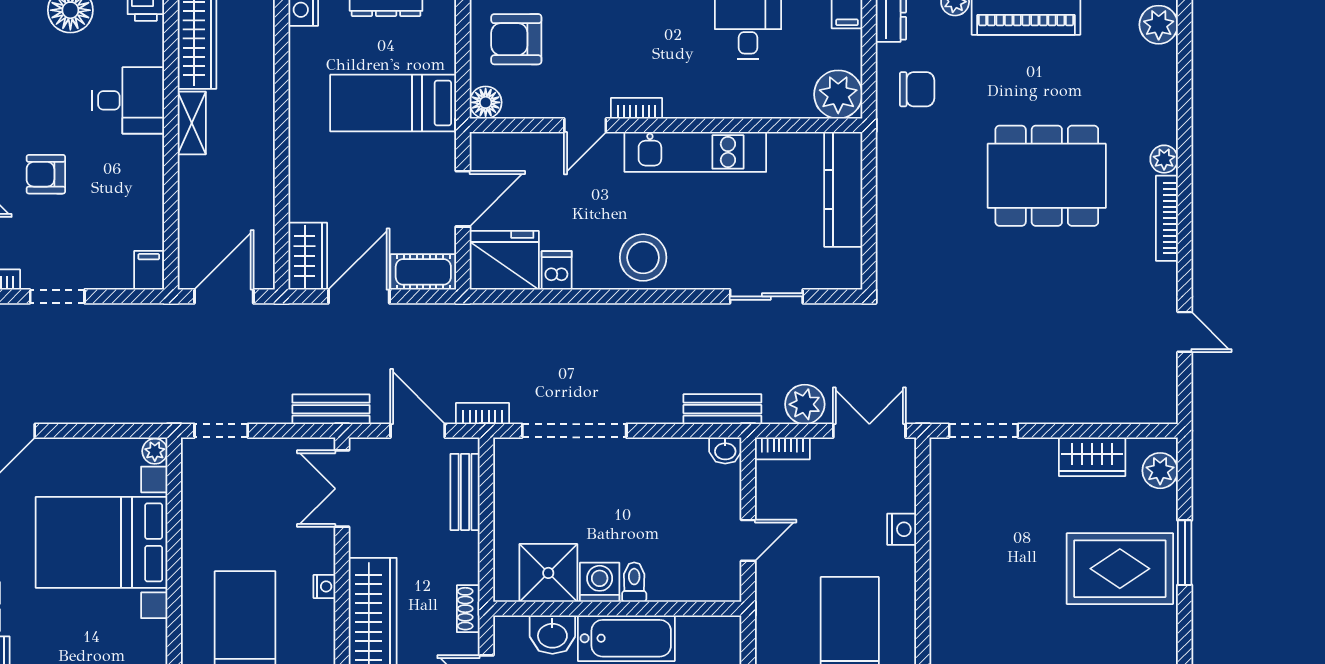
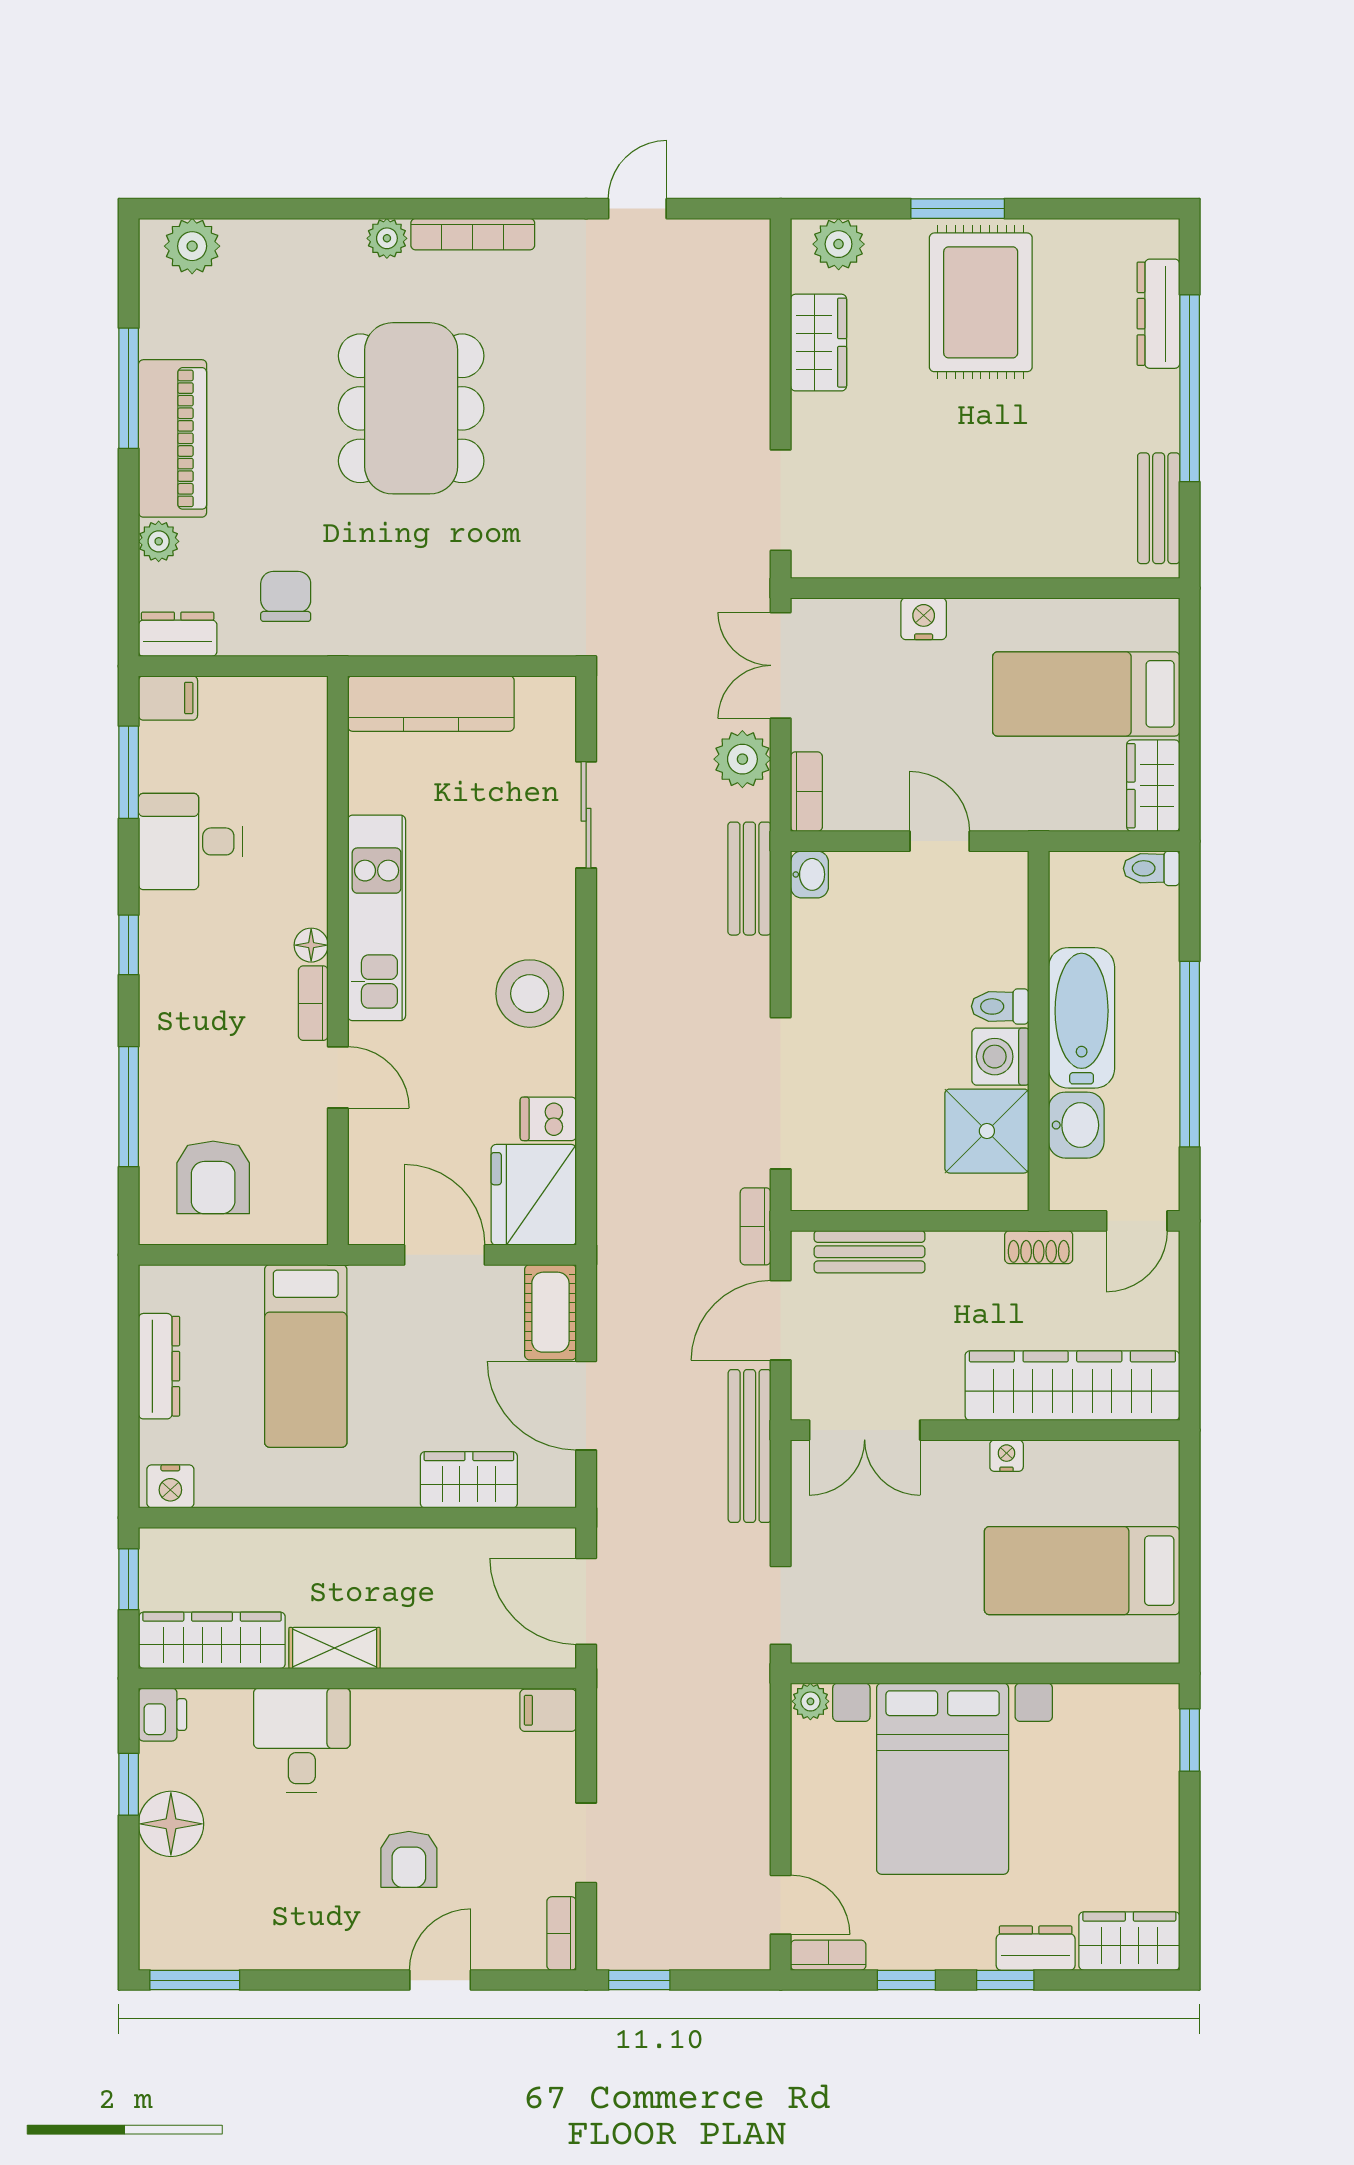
plant: (838, 94) -> (293, 711), removed
floor lamp: (486, 102) -> (311, 945), moved, width x0.73, depth x0.73
wardrobe: (308, 256) -> (469, 1480), moved
bench: (331, 409) -> (750, 1446), width x1.36

